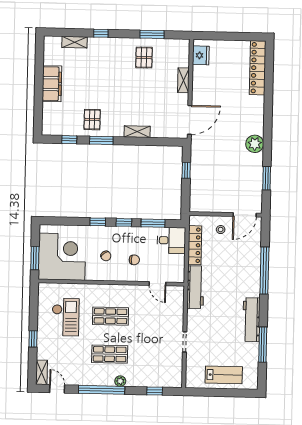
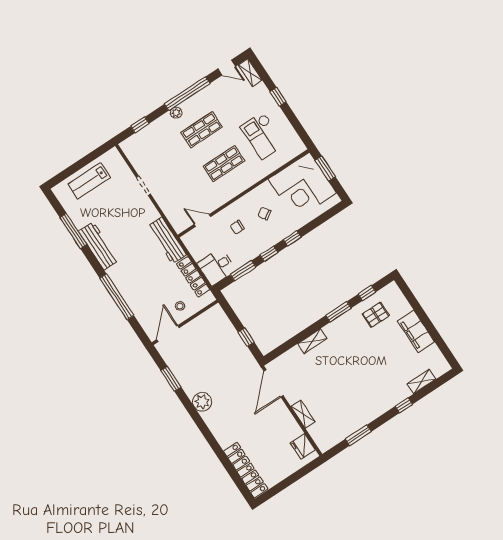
pallet: (144, 58) -> (351, 410), removed
pallet: (92, 120) -> (376, 315), moved, turned 90

